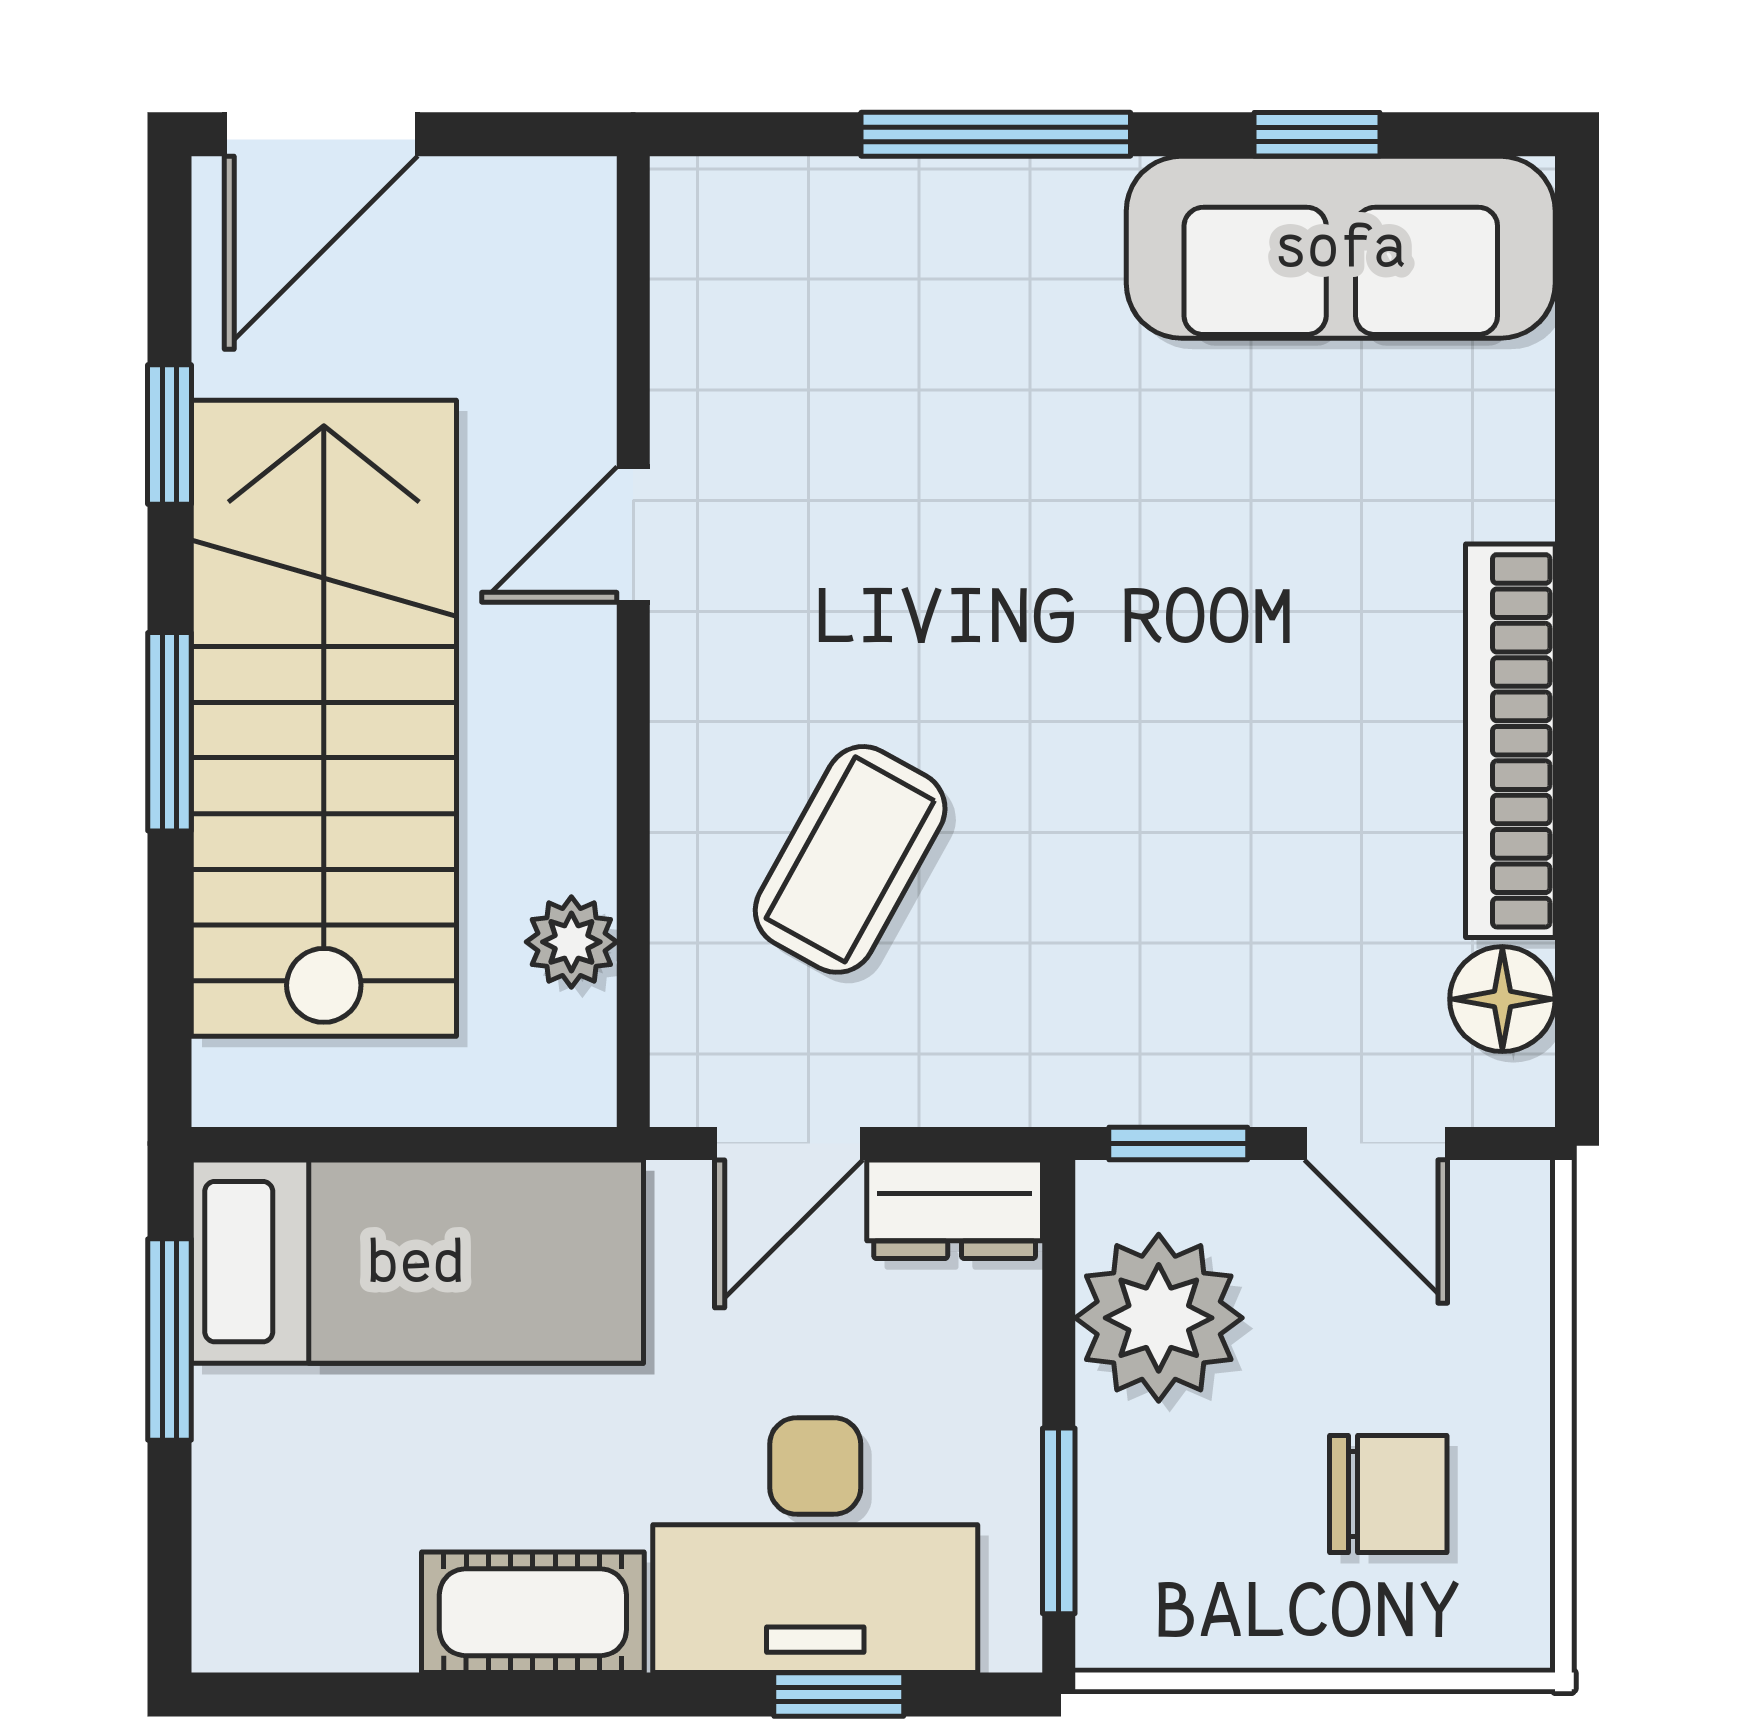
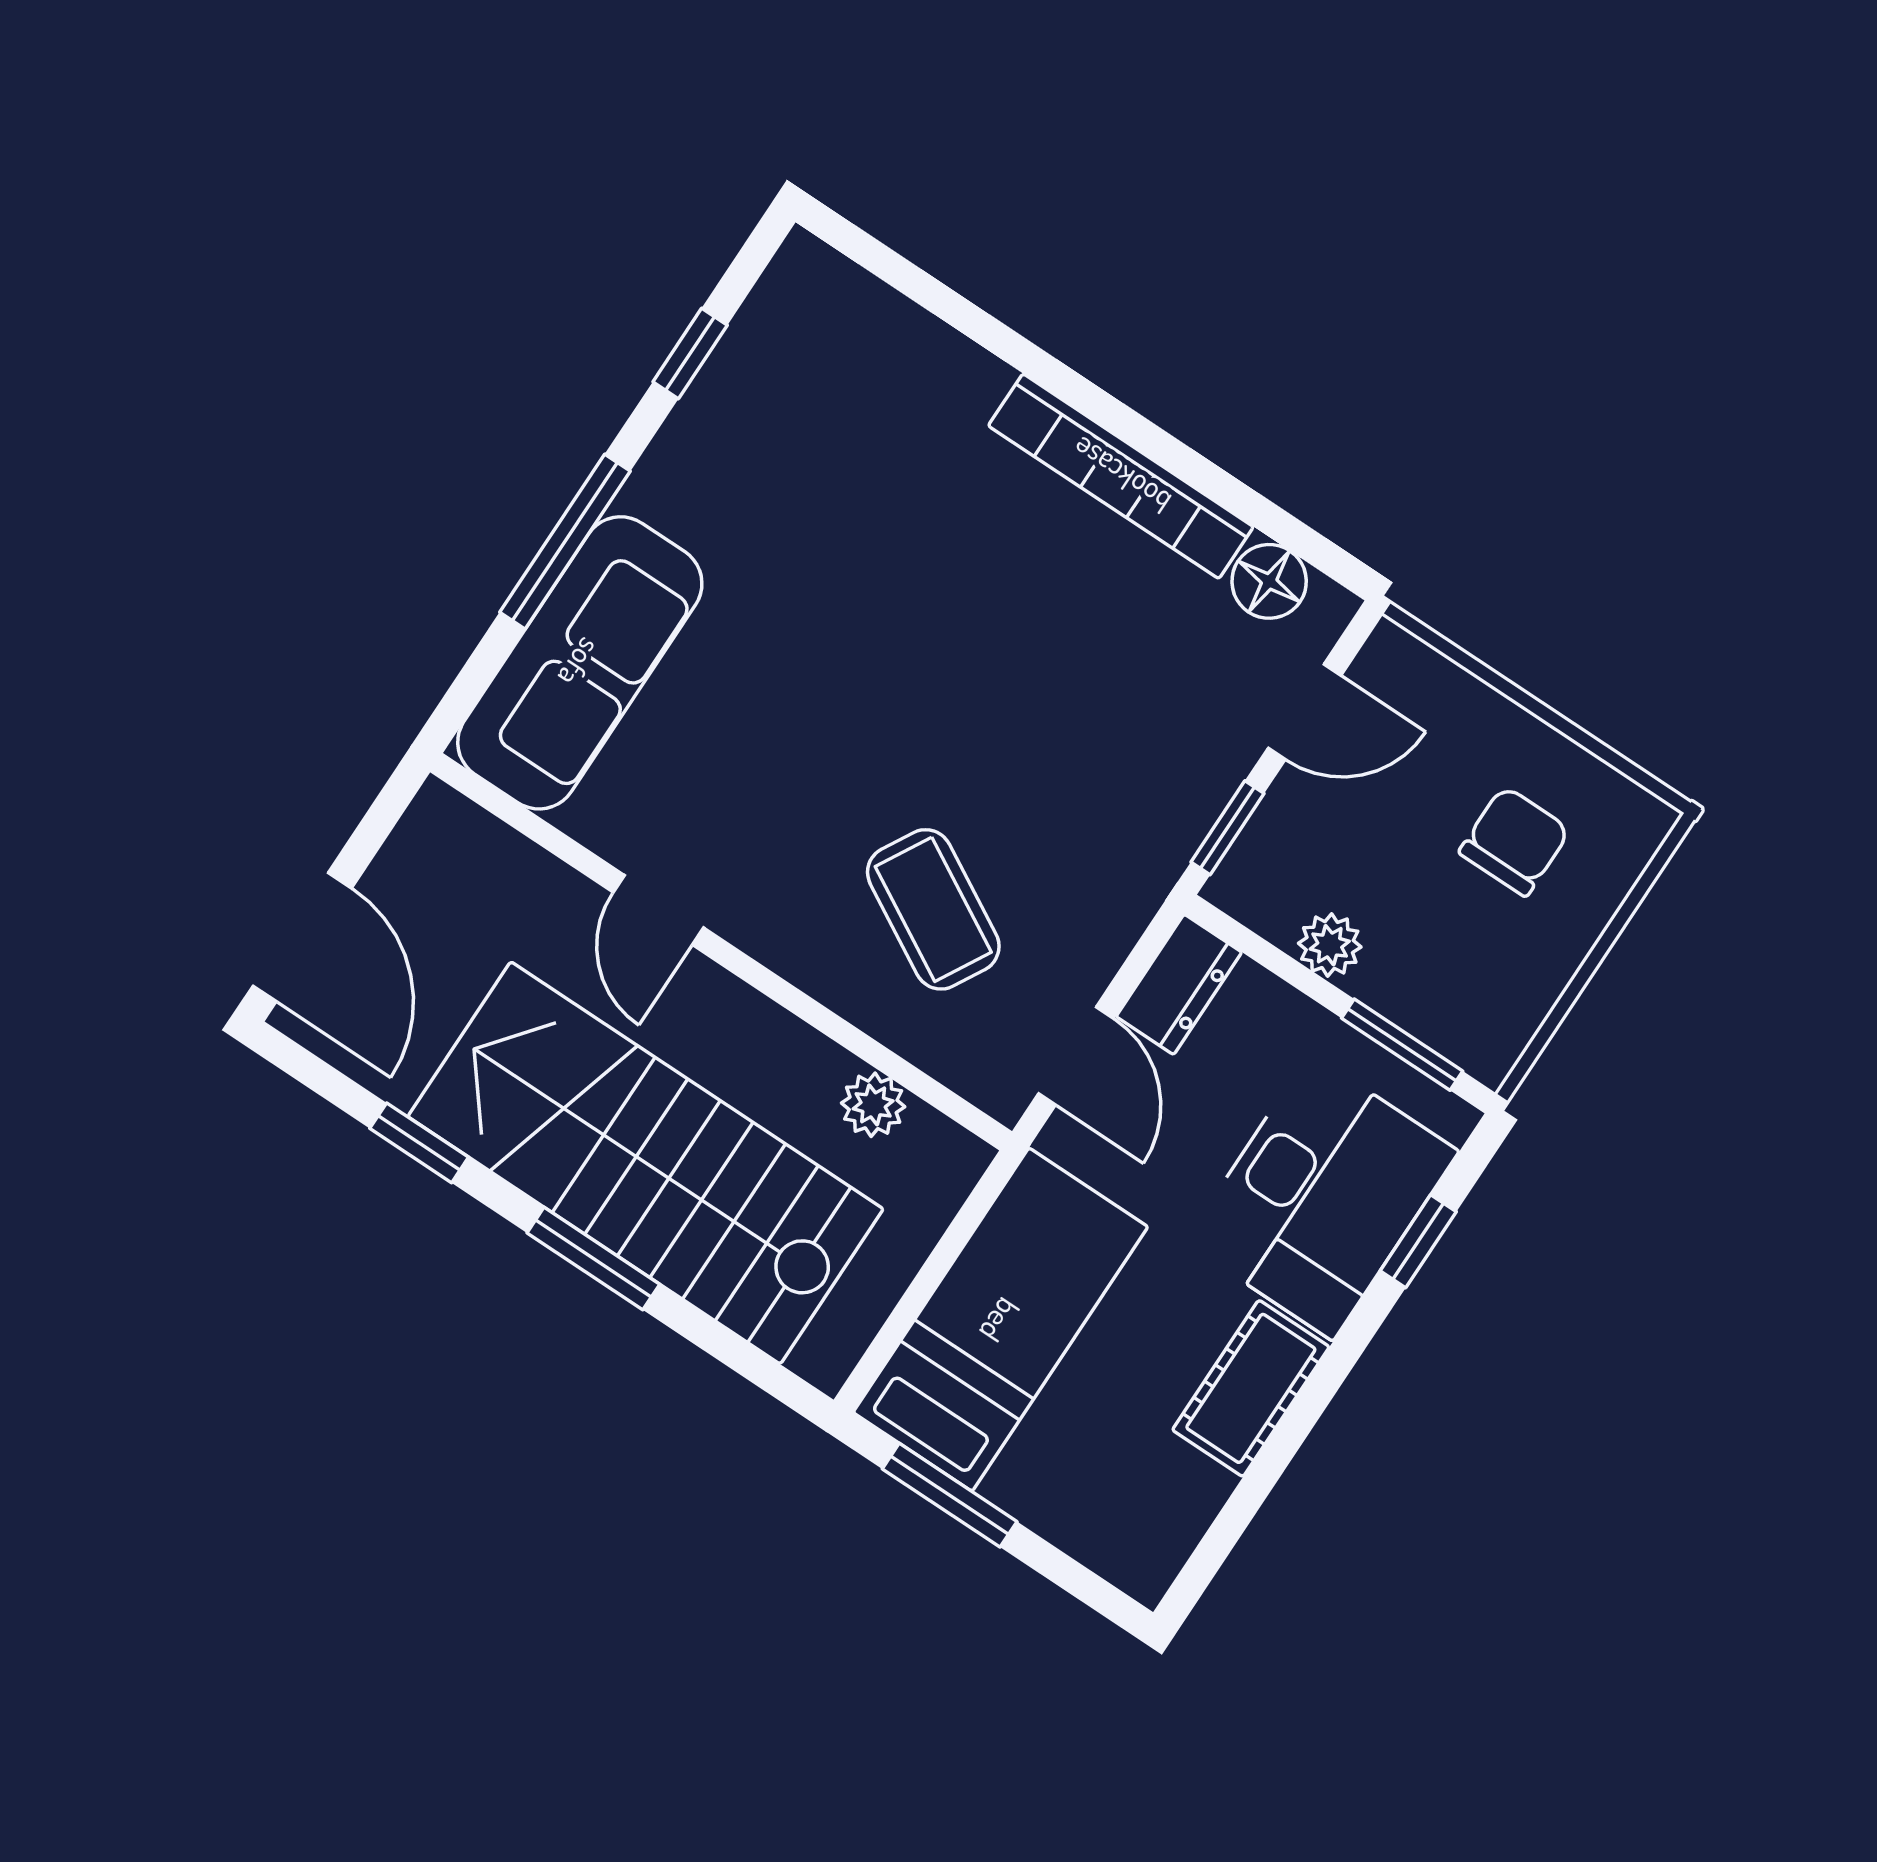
sofa: (1341, 247) -> (580, 663), moved
plant: (1159, 1318) -> (1330, 945), width x0.53, depth x0.53

